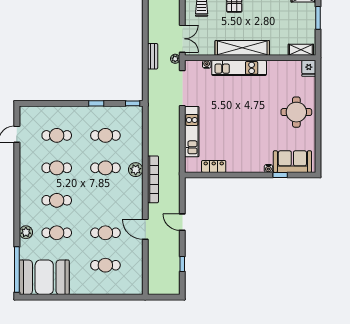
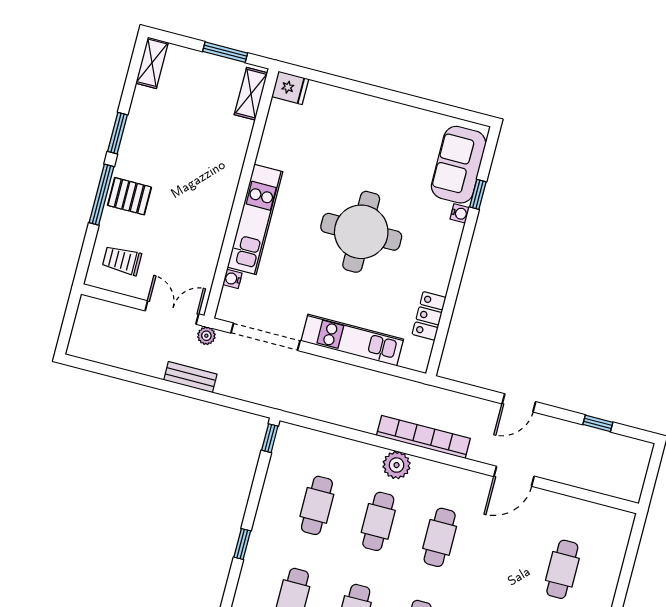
window: (318, 18) -> (225, 52), moved
shelving: (242, 48) -> (219, 203), removed
window: (96, 103) -> (242, 544), moved
round table: (296, 112) -> (361, 232), moved, width x1.36, depth x1.36
cafe table: (105, 233) -> (440, 537), moved

